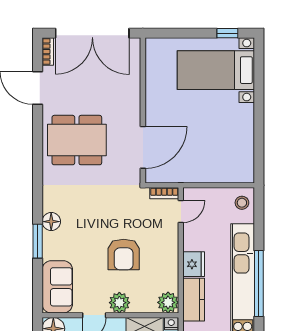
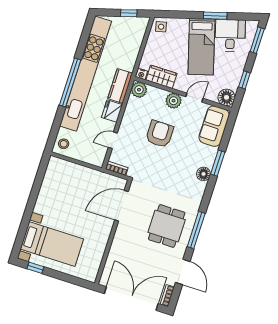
dining table: (77, 140) -> (167, 226), width x0.73
window: (38, 147) -> (196, 230), added
door: (181, 212) -> (113, 140), moved

